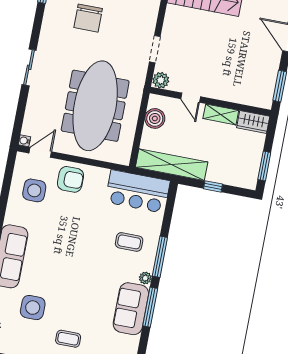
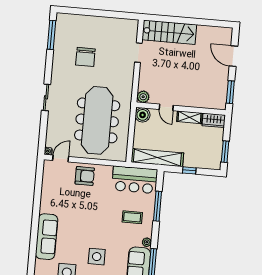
doorway: (155, 49) -> (138, 53), moved
boiler: (155, 118) -> (143, 115), moved
side table: (34, 190) -> (97, 257), moved
window: (160, 257) -> (157, 206), moved

